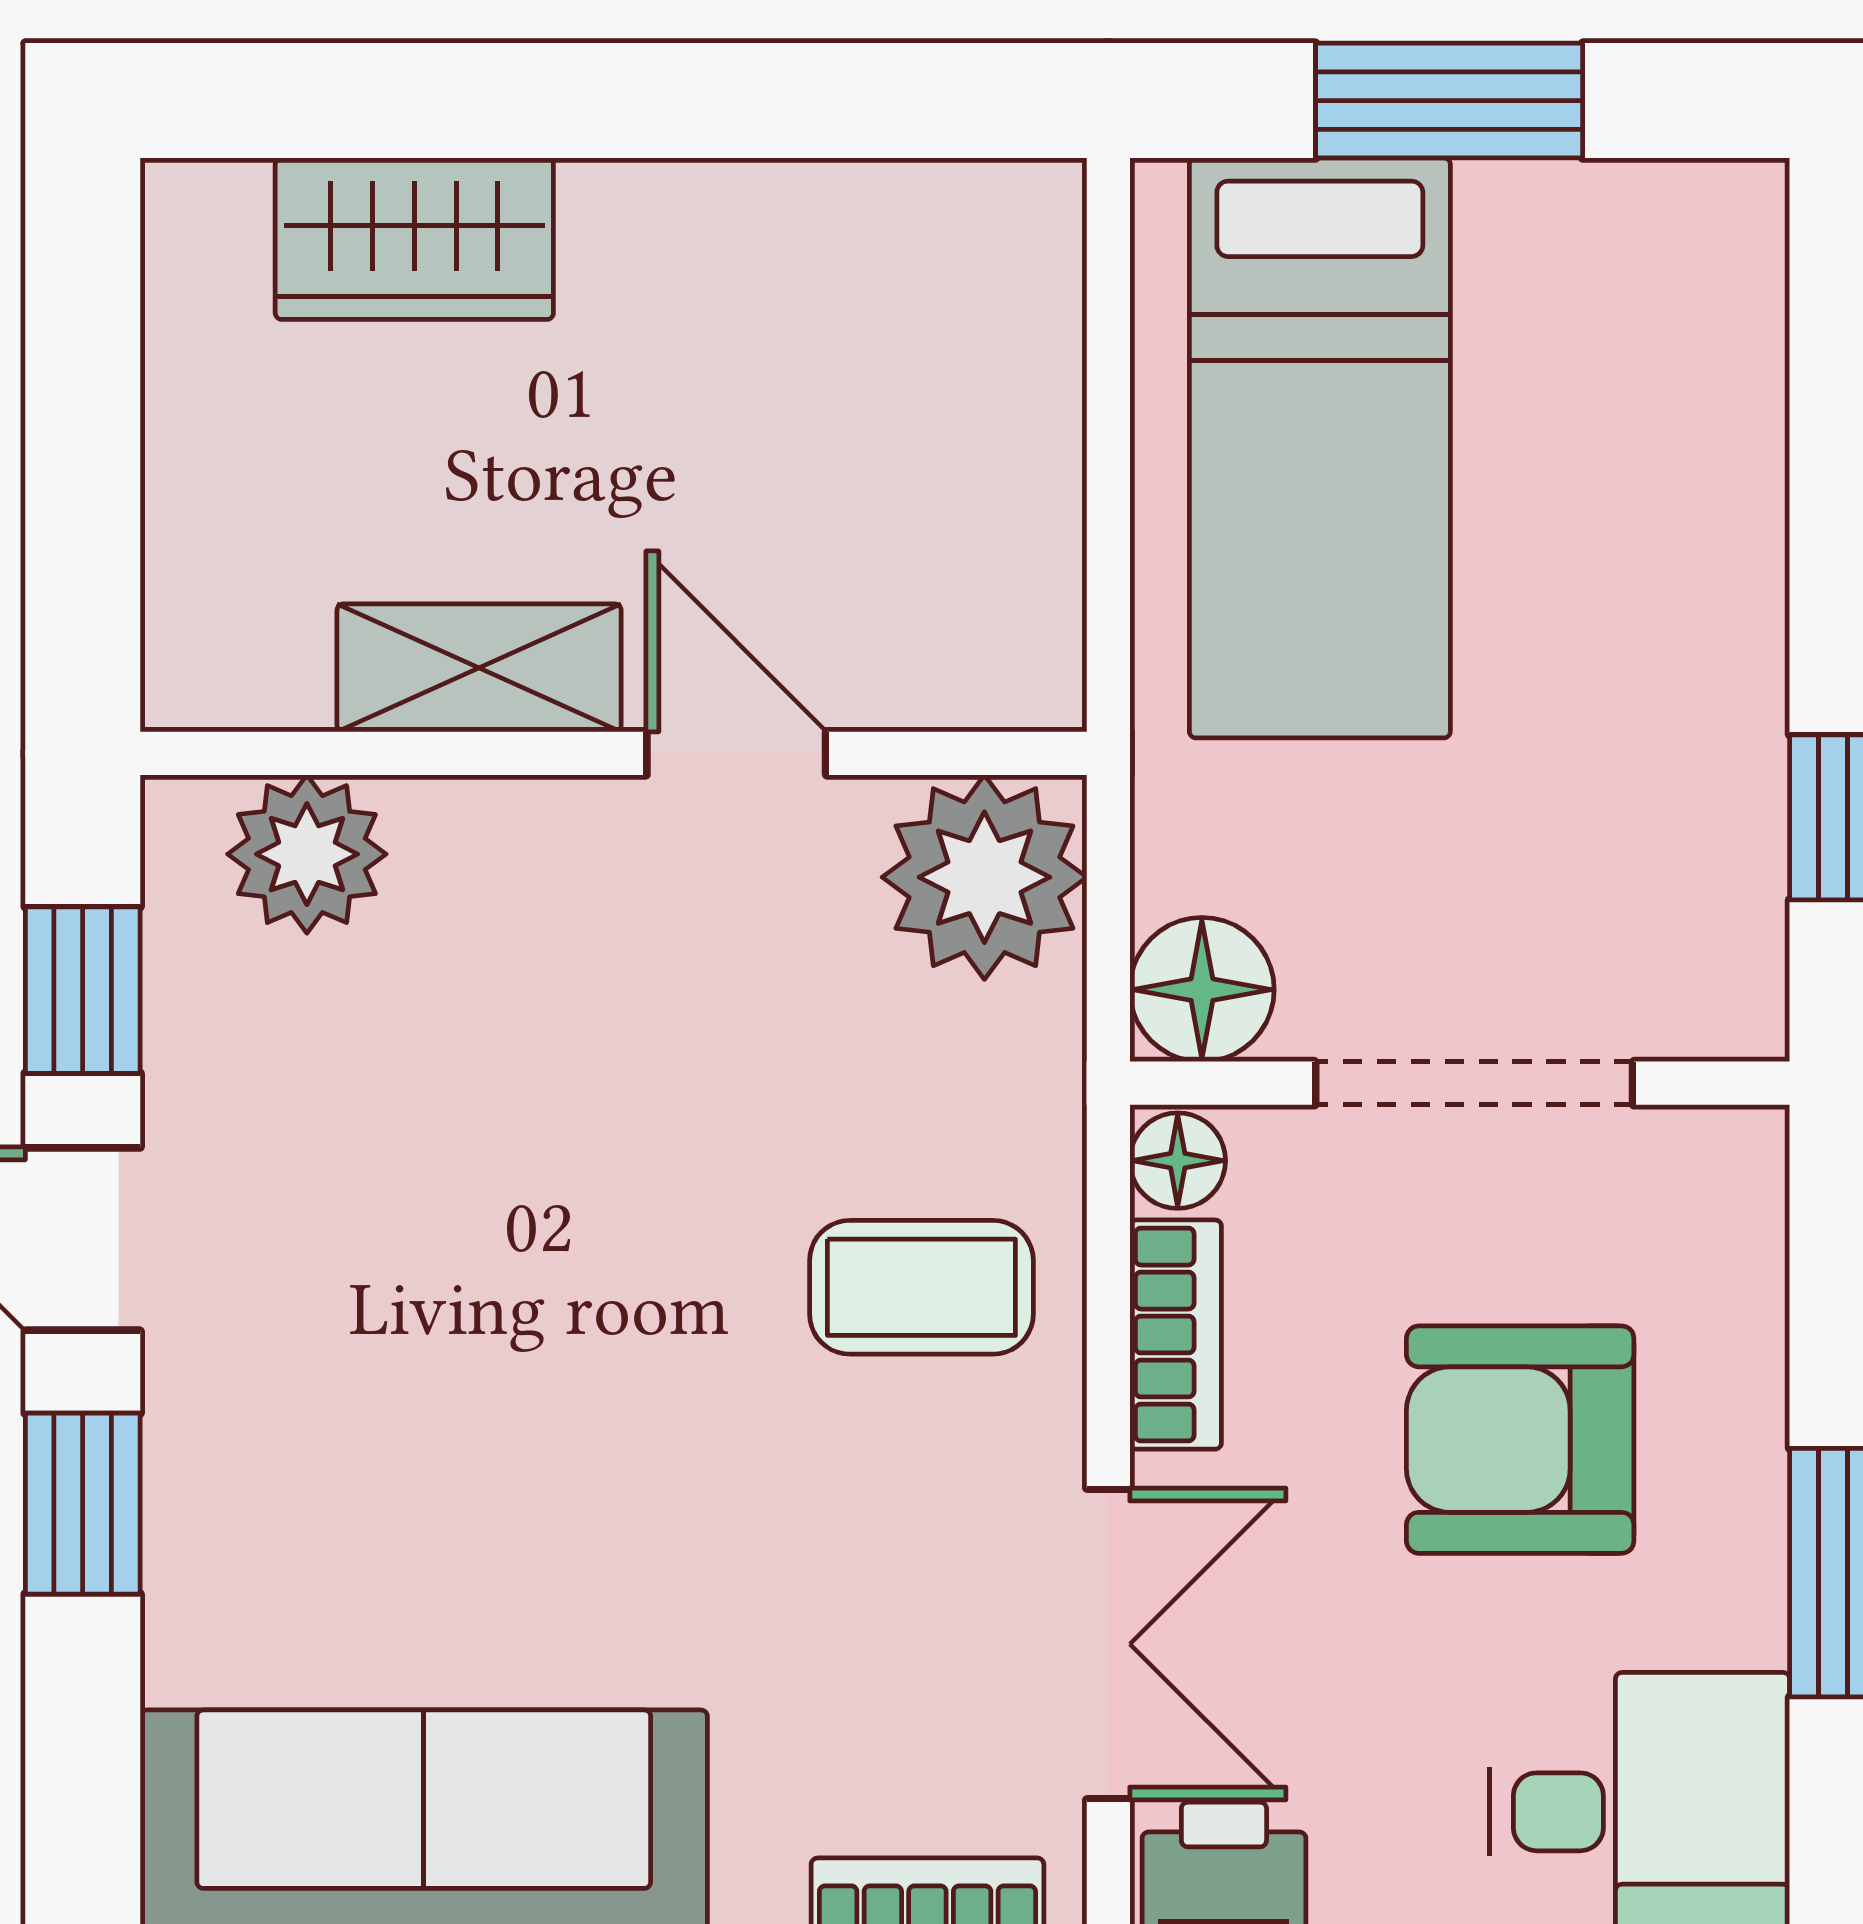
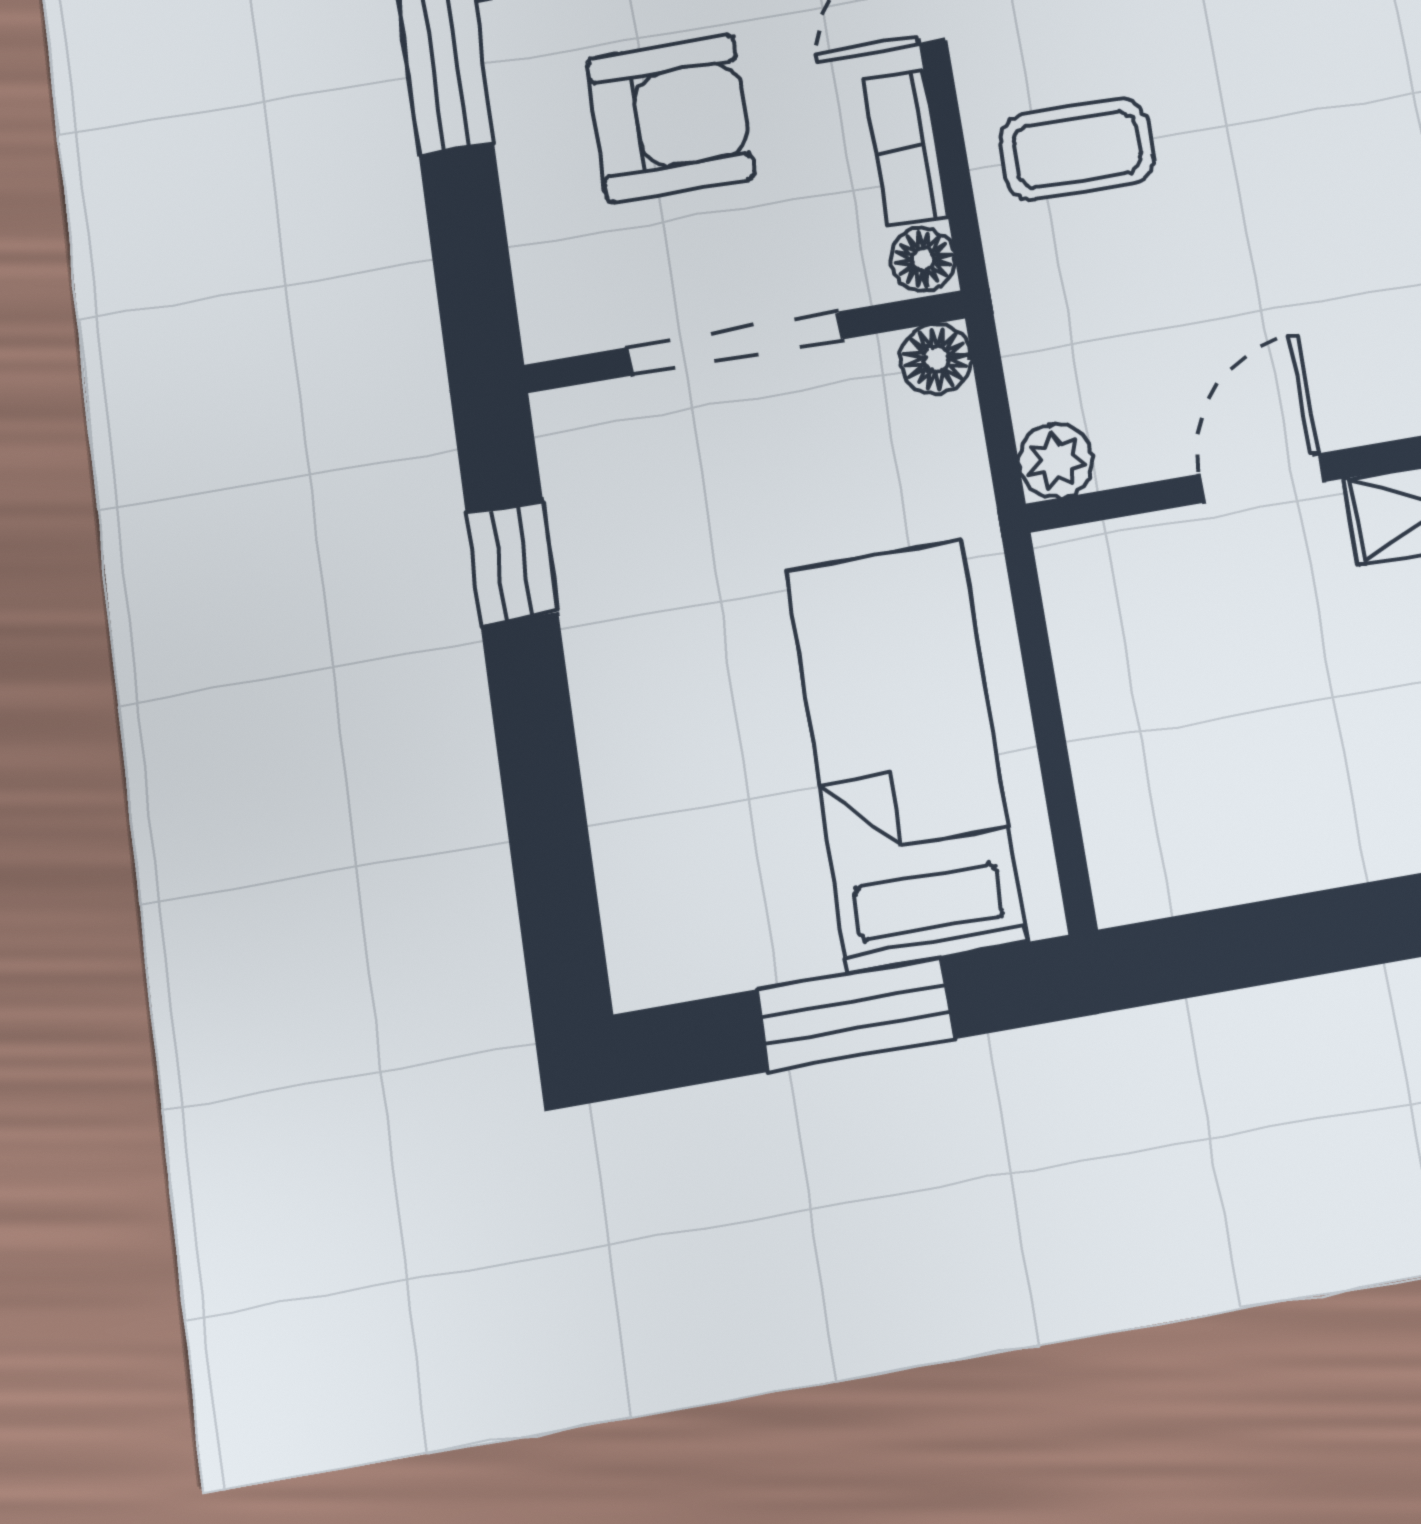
door: (736, 753) -> (1262, 478), swing flipped
plant: (984, 877) -> (1056, 461), width x0.53, depth x0.53
floor lamp: (1202, 990) -> (936, 359), width x0.73, depth x0.73

